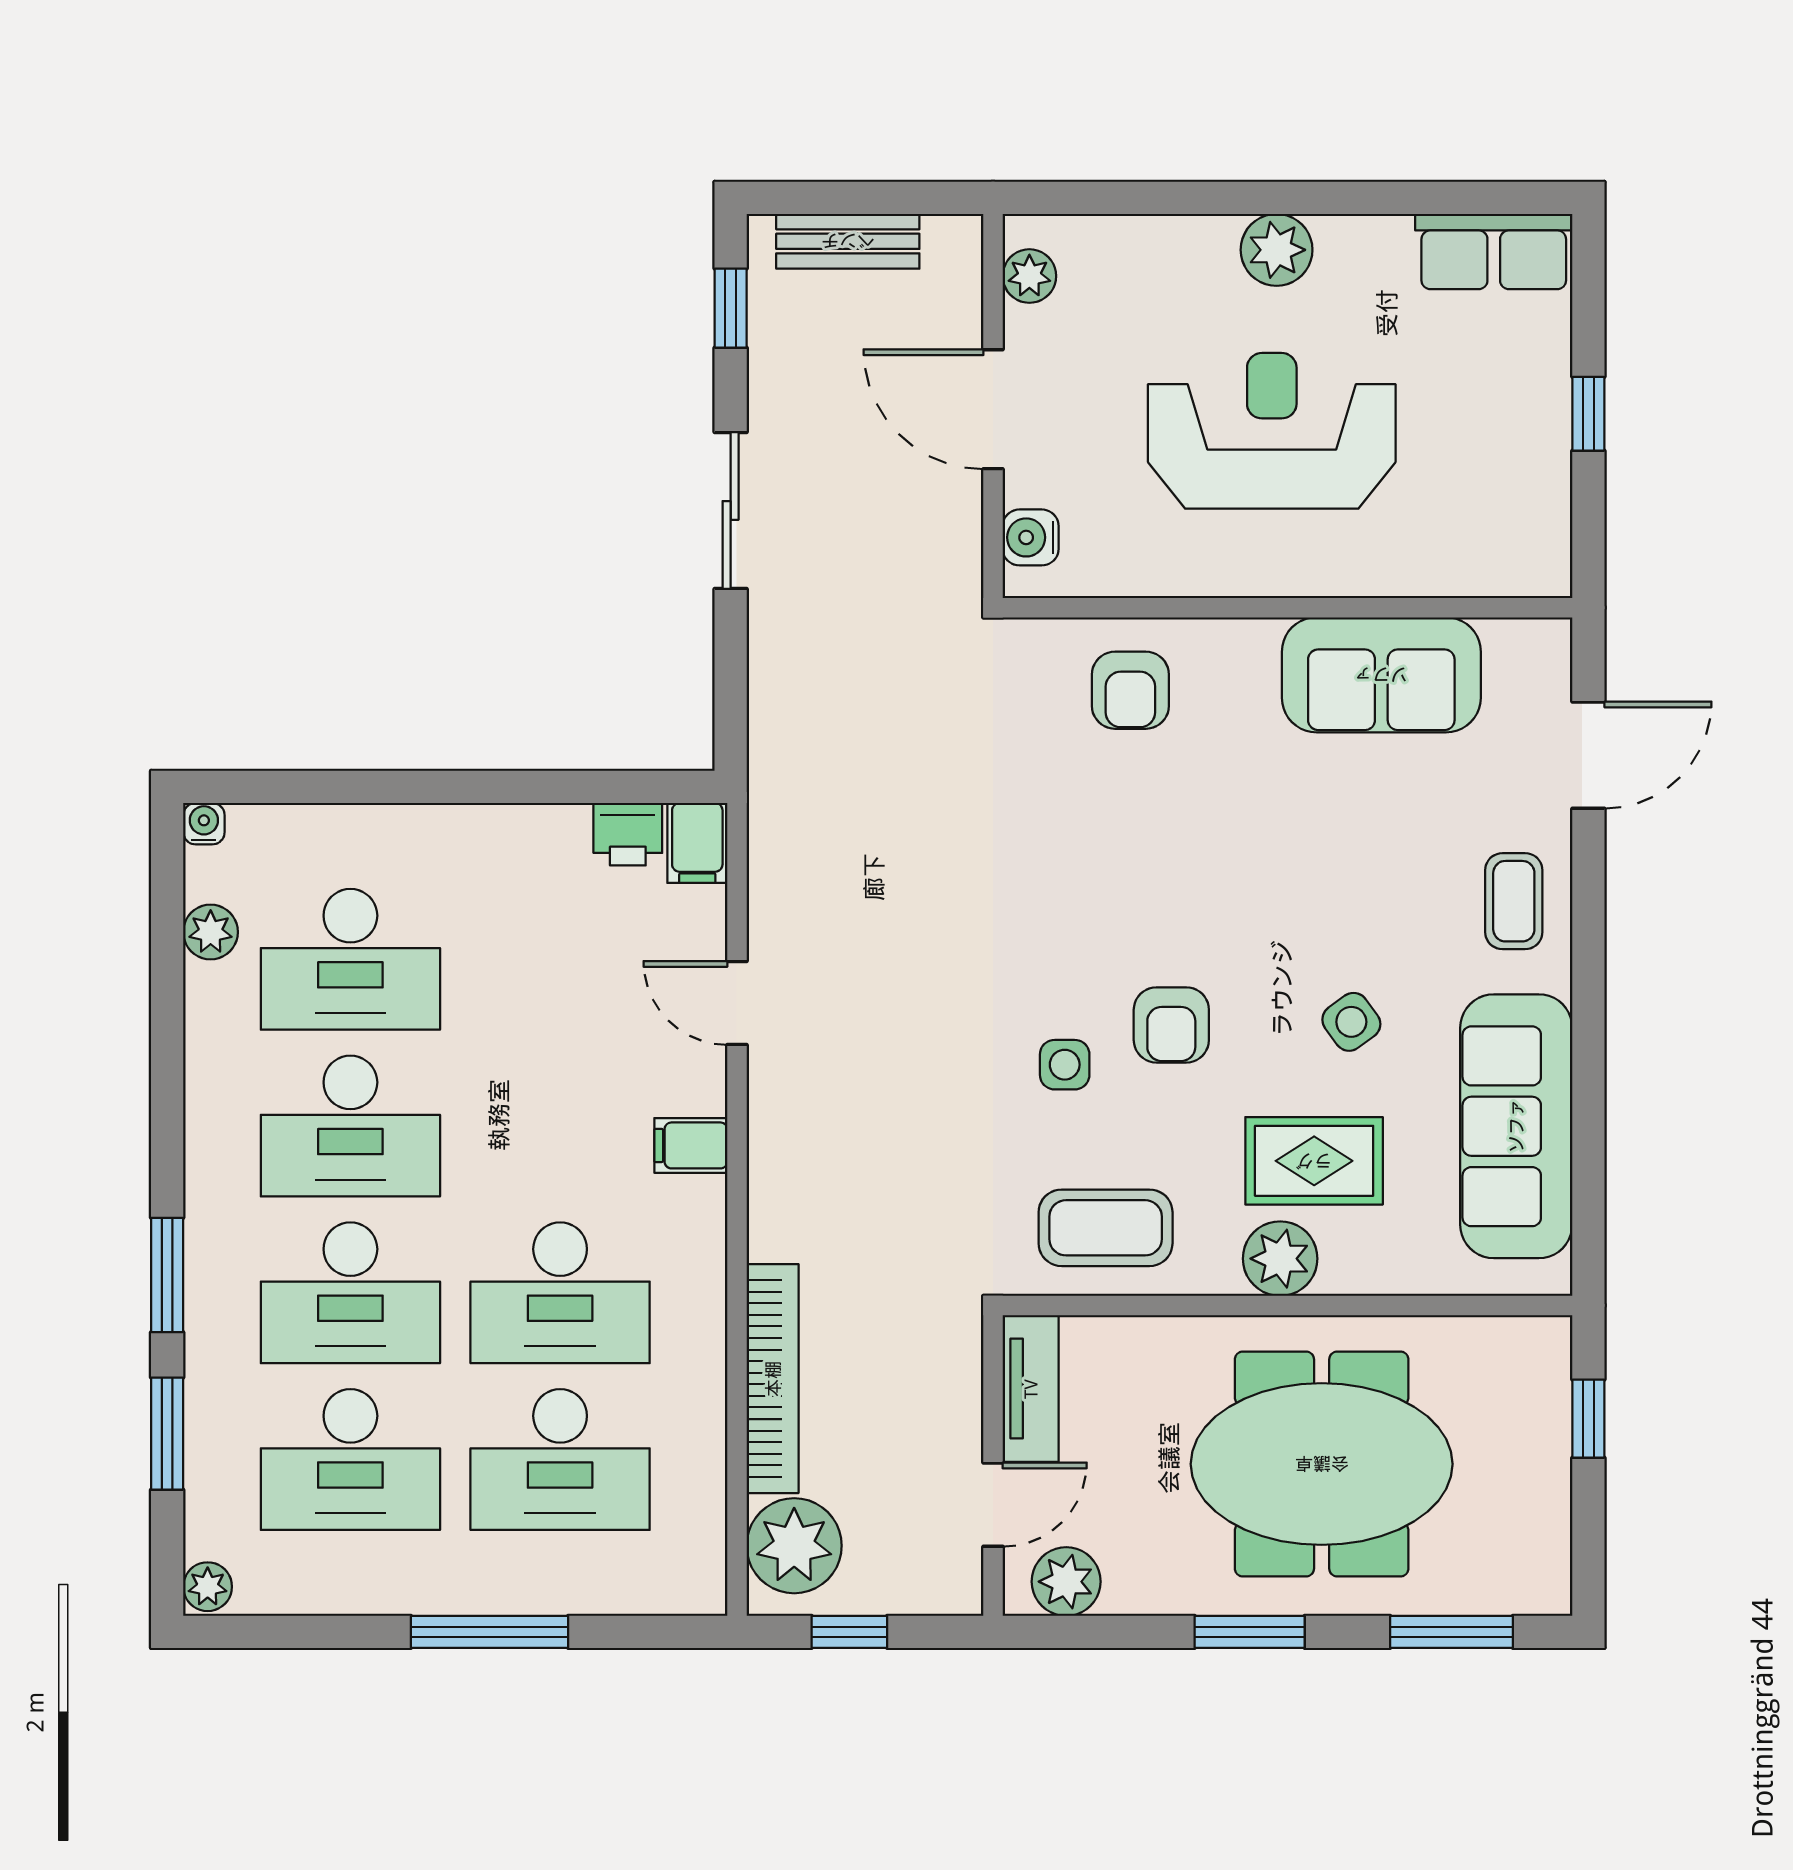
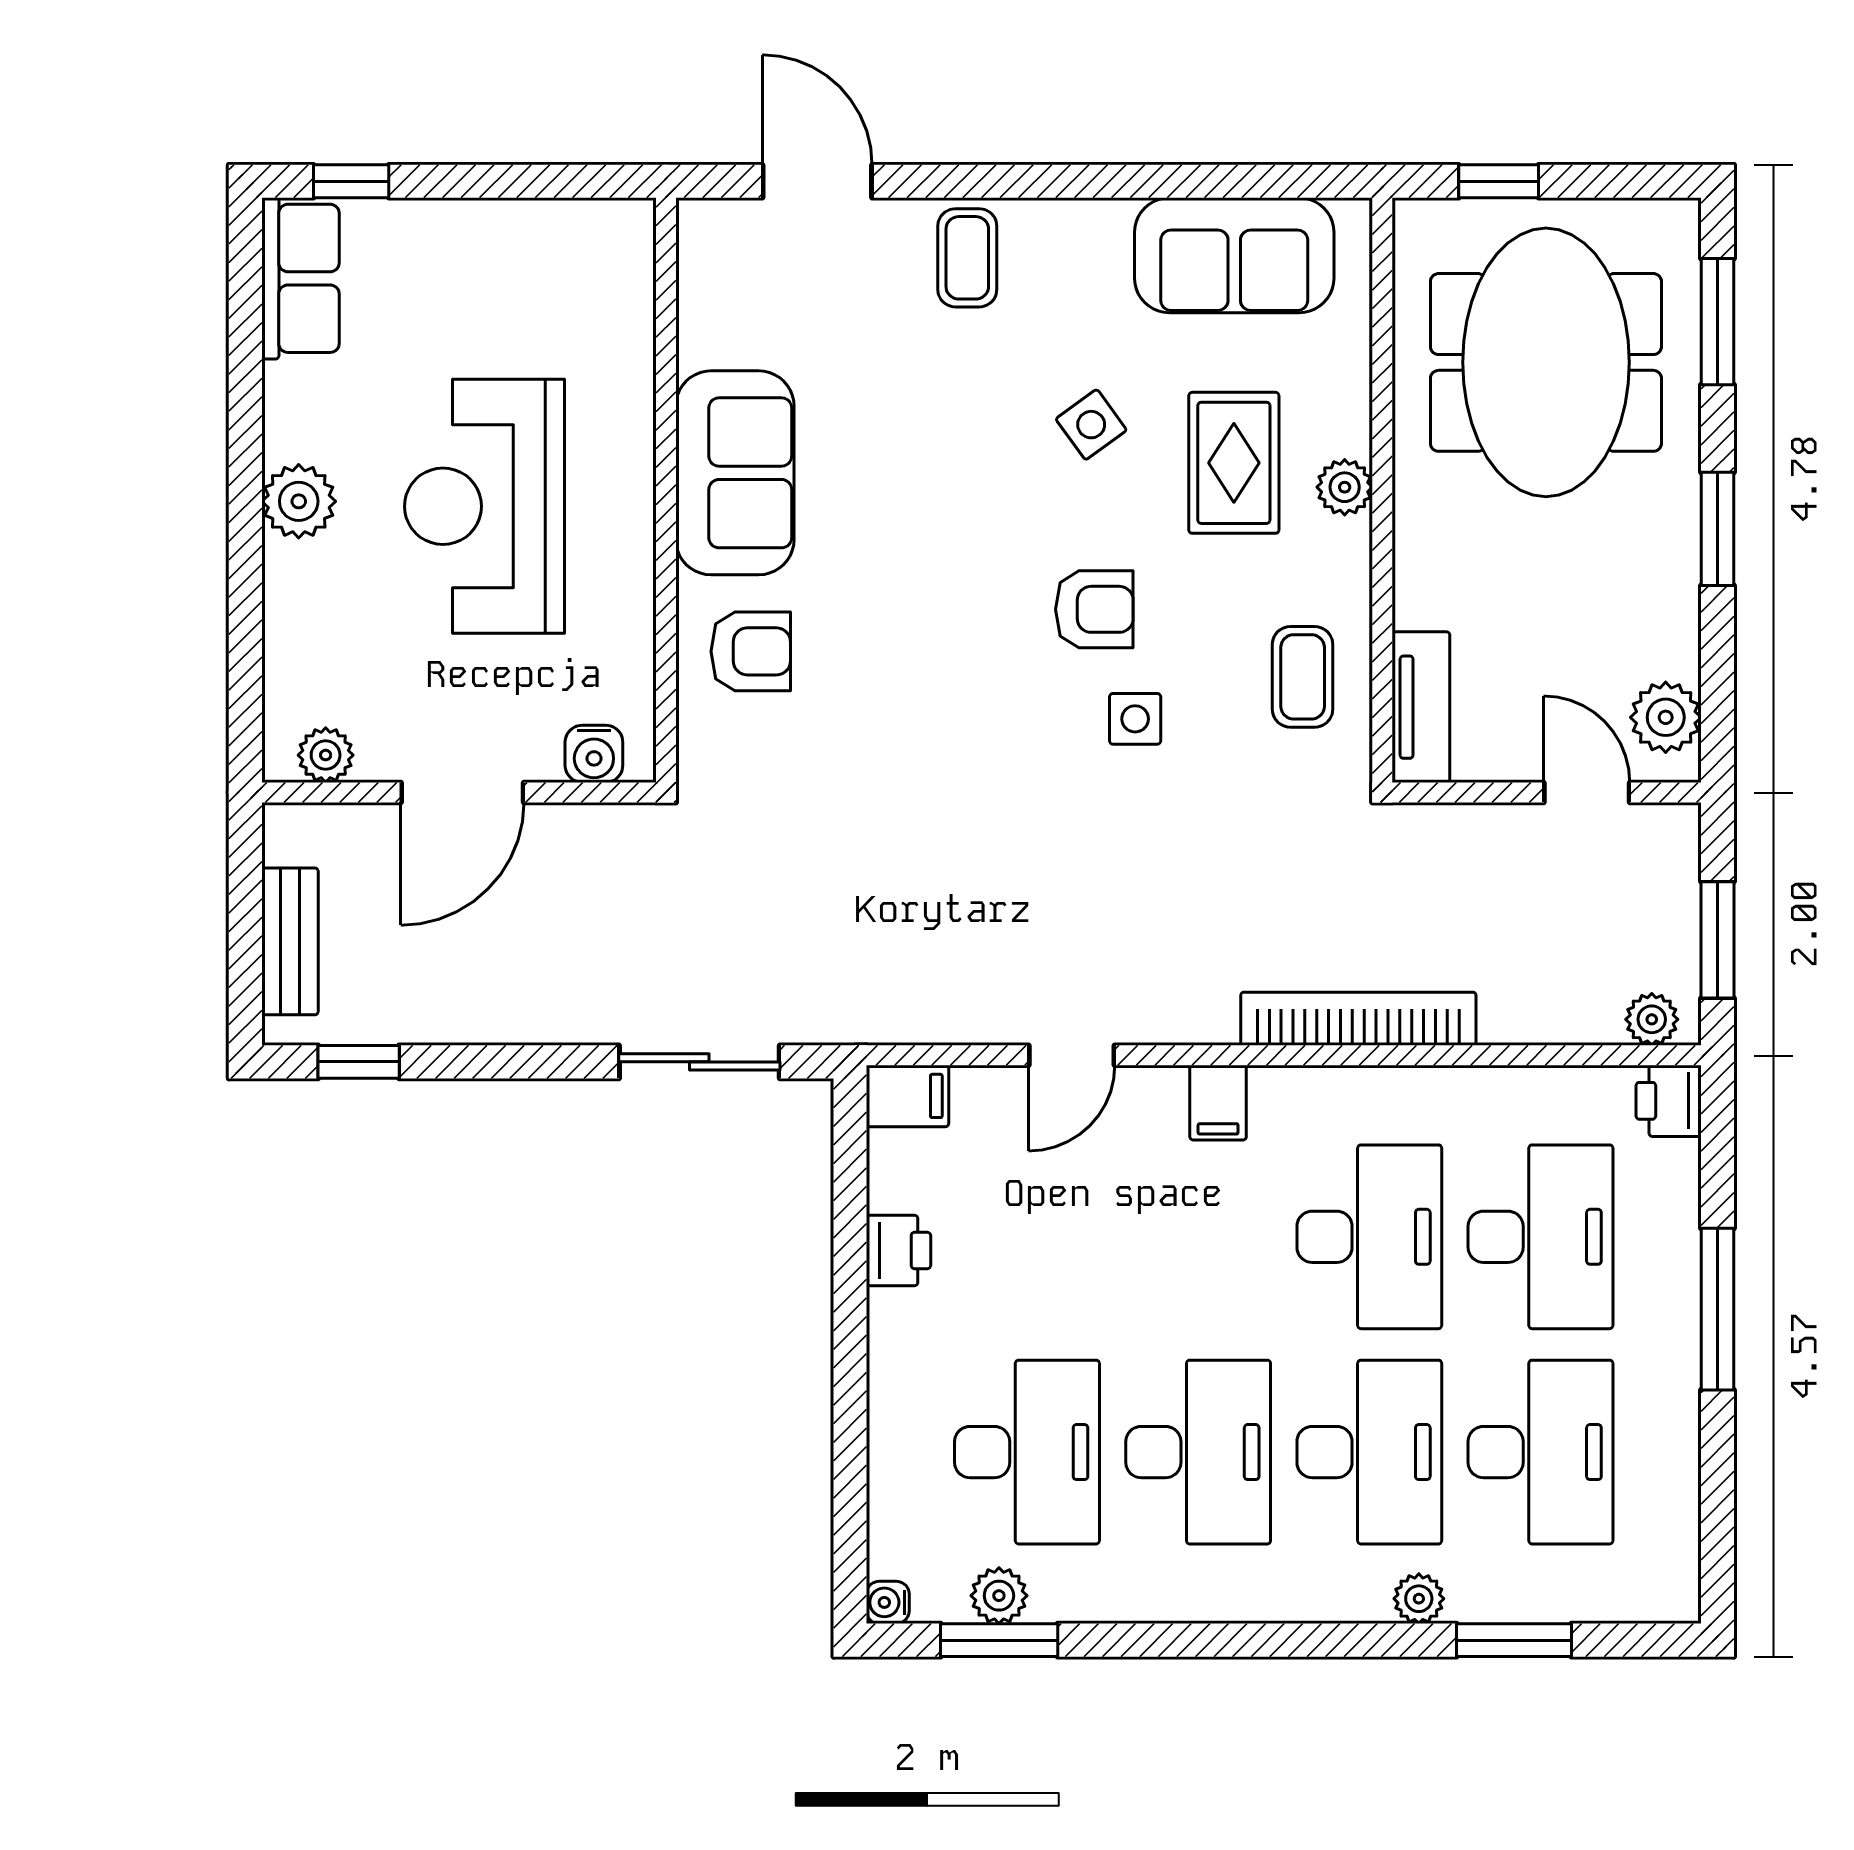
window: (1588, 414) -> (351, 181), moved
sliding door: (731, 510) -> (699, 1062), moved
sofa: (1381, 675) -> (735, 473), moved
printer: (628, 834) -> (899, 1250), moved
coffee table: (1514, 901) -> (967, 258), turned 90
sofa: (1516, 1126) -> (1234, 255), width x0.73
coffee table: (1106, 1228) -> (1303, 677), width x0.73, depth x0.77
plant: (1280, 1259) -> (1345, 487), width x0.73, depth x0.73
window: (167, 1275) -> (999, 1640), moved
bookcase: (773, 1379) -> (1358, 1019), moved
tv unit: (1031, 1389) -> (1421, 707), moved, turned 90
meeting table: (1322, 1464) -> (1546, 362), moved
plant: (794, 1546) -> (1652, 1019), width x0.53, depth x0.53
printer: (693, 1584) -> (1669, 1101), added
plant: (208, 1587) -> (1419, 1599), moved
window: (849, 1632) -> (1717, 940), width x1.50

